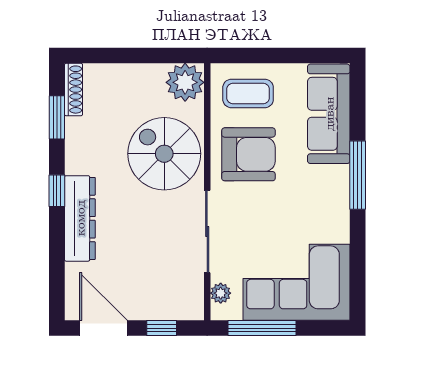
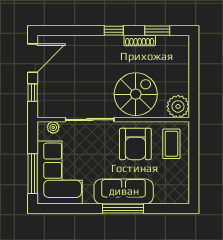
shoe rack: (74, 90) -> (140, 40), moved
sofa: (329, 114) -> (124, 191), moved
dresser: (80, 218) -> (97, 44), removed
window: (262, 328) -> (33, 174), moved

